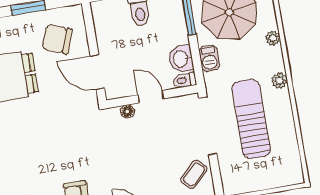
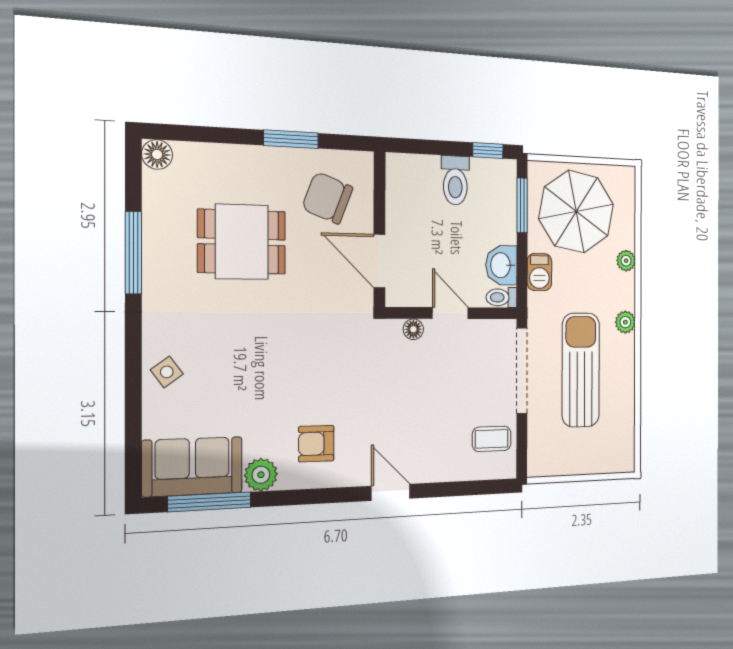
coffee table: (194, 174) -> (492, 439), turned 43

